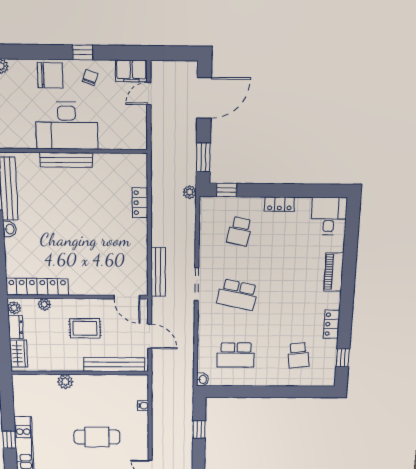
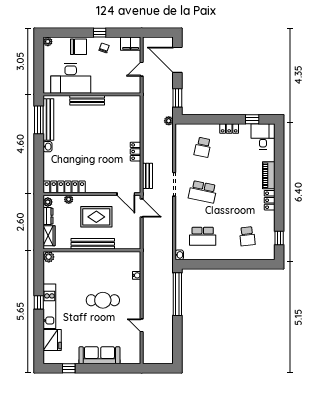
door: (149, 94) -> (142, 69), moved
door: (204, 98) -> (177, 60), swing flipped
desk: (67, 126) -> (71, 78), moved
window: (227, 190) -> (252, 119), moved
locker: (140, 203) -> (135, 152), moved
bench: (158, 272) -> (148, 176), width x0.73
locker: (332, 324) -> (270, 200), moved
rug: (85, 328) -> (96, 217), width x1.36, depth x1.43
door: (150, 336) -> (142, 208), moved
bench: (114, 365) -> (93, 244), moved
plant: (65, 382) -> (49, 257), moved
window: (199, 430) -> (177, 294), width x3.17

